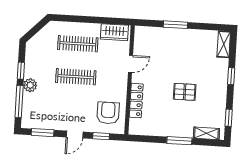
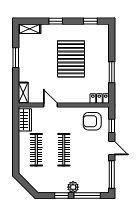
window: (175, 25) -> (16, 58), moved
pallet: (185, 92) -> (71, 59), width x2.05, depth x2.00
locker: (136, 101) -> (99, 98), moved, width x0.66
window: (43, 133) -> (112, 175), width x1.44
shelving: (206, 133) -> (23, 93), moved
window: (179, 141) -> (112, 72), moved

